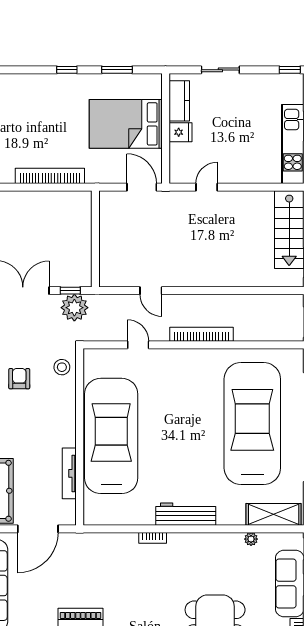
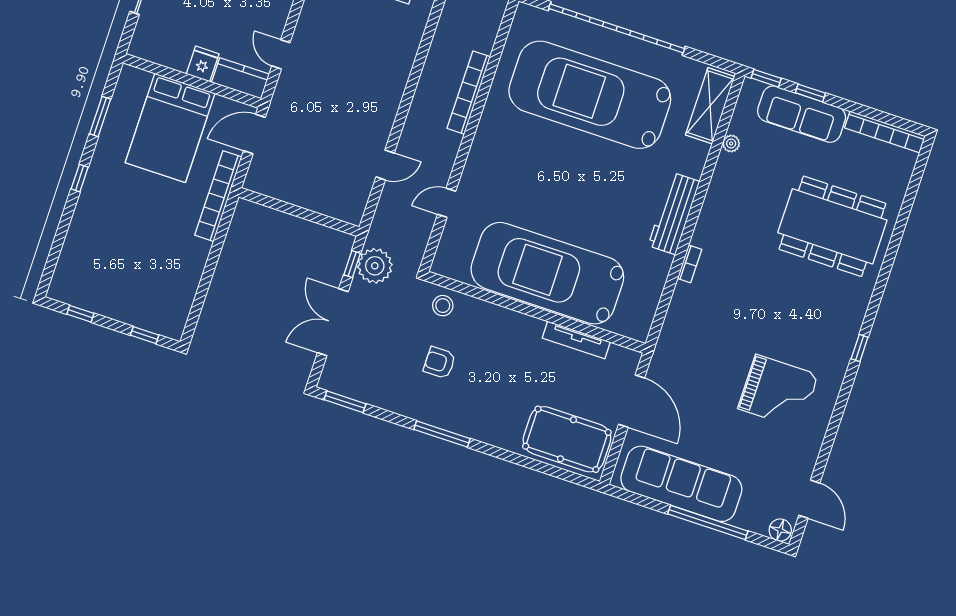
kitchen counter: (179, 101) -> (240, 78), moved
bookcase: (50, 176) -> (218, 196), moved
bookcase: (201, 334) -> (469, 93), moved

